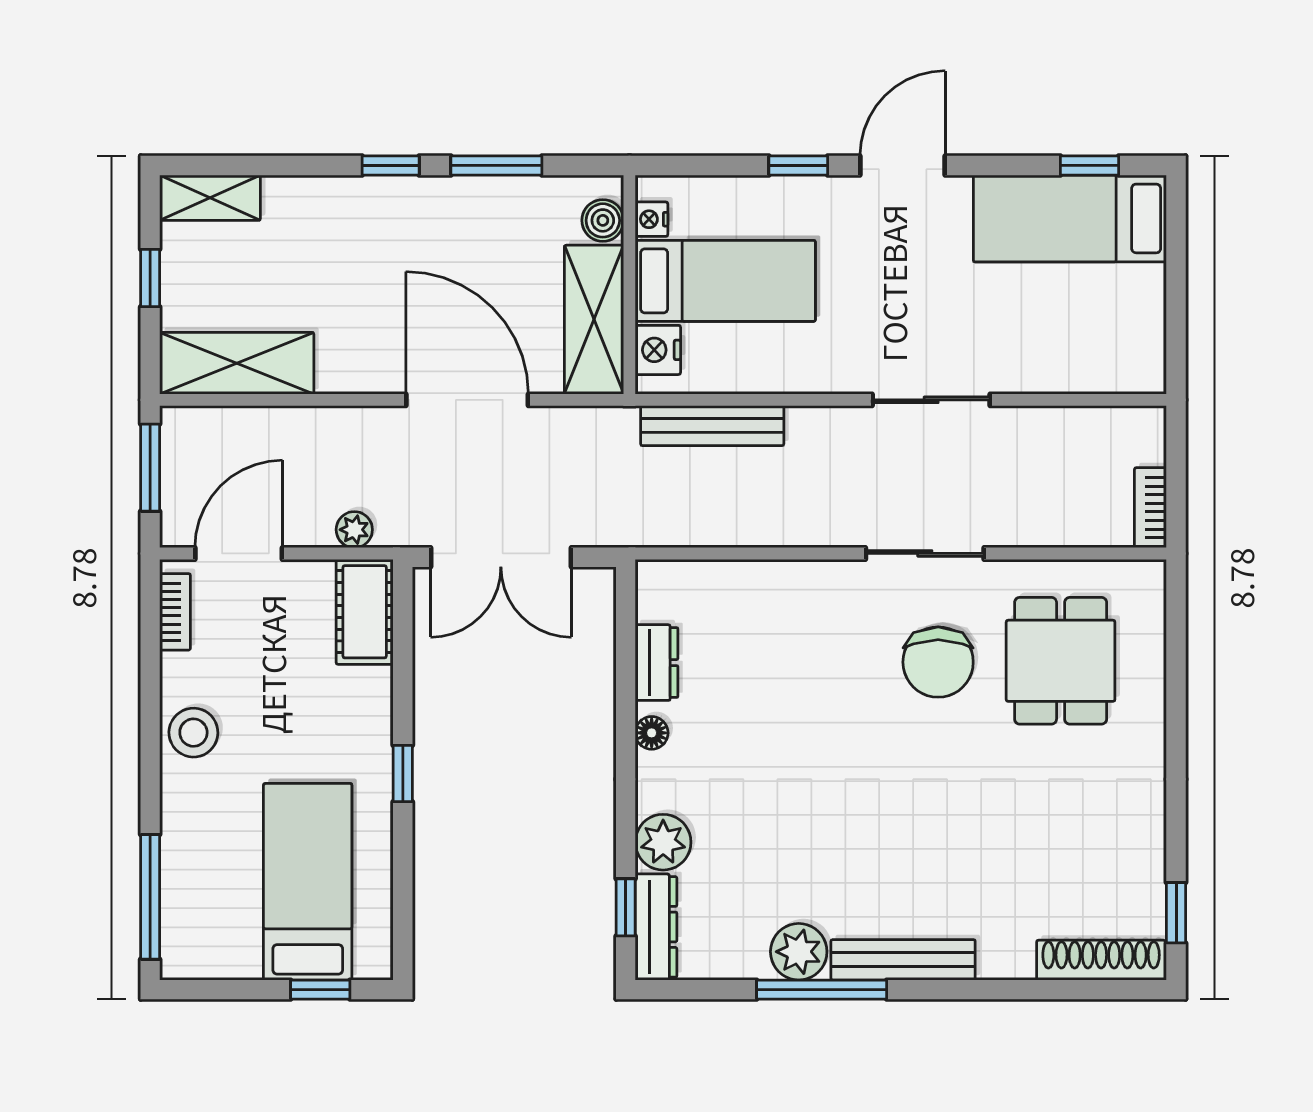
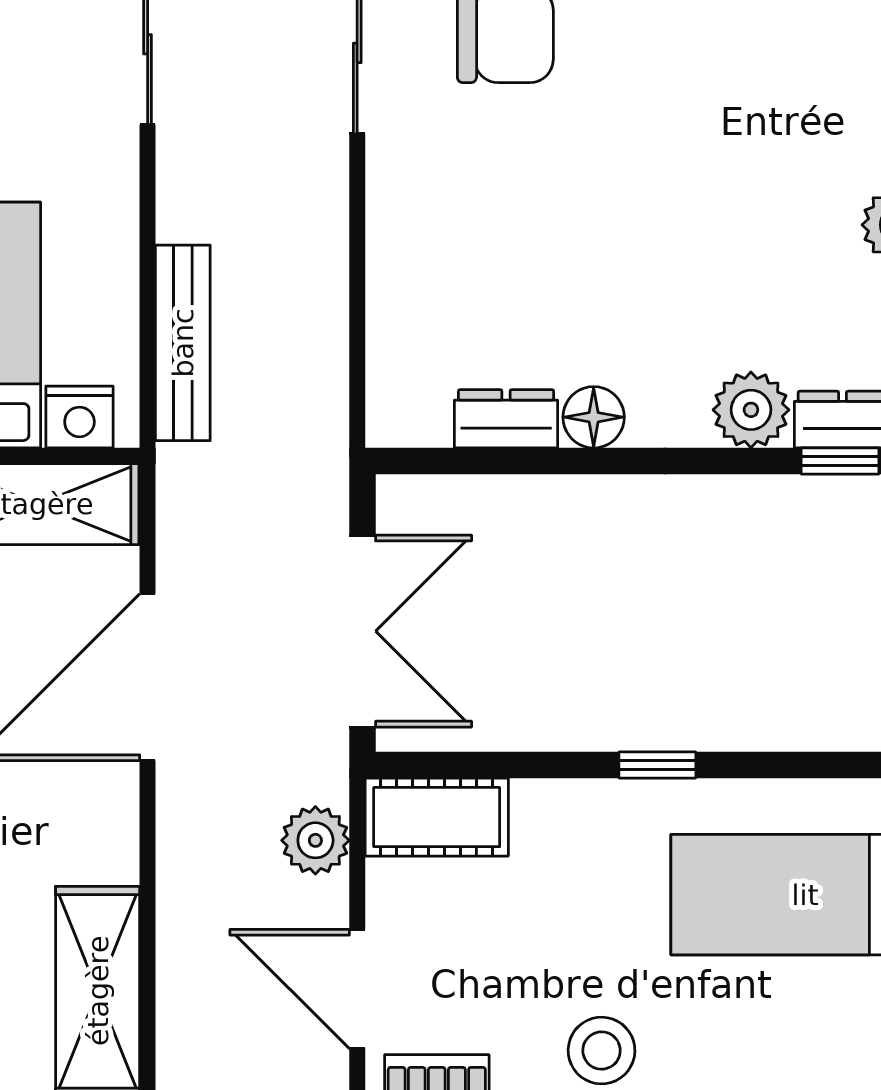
plant: (354, 530) -> (315, 840), width x1.38, depth x1.38
floor lamp: (652, 733) -> (594, 417), width x1.37, depth x1.37

